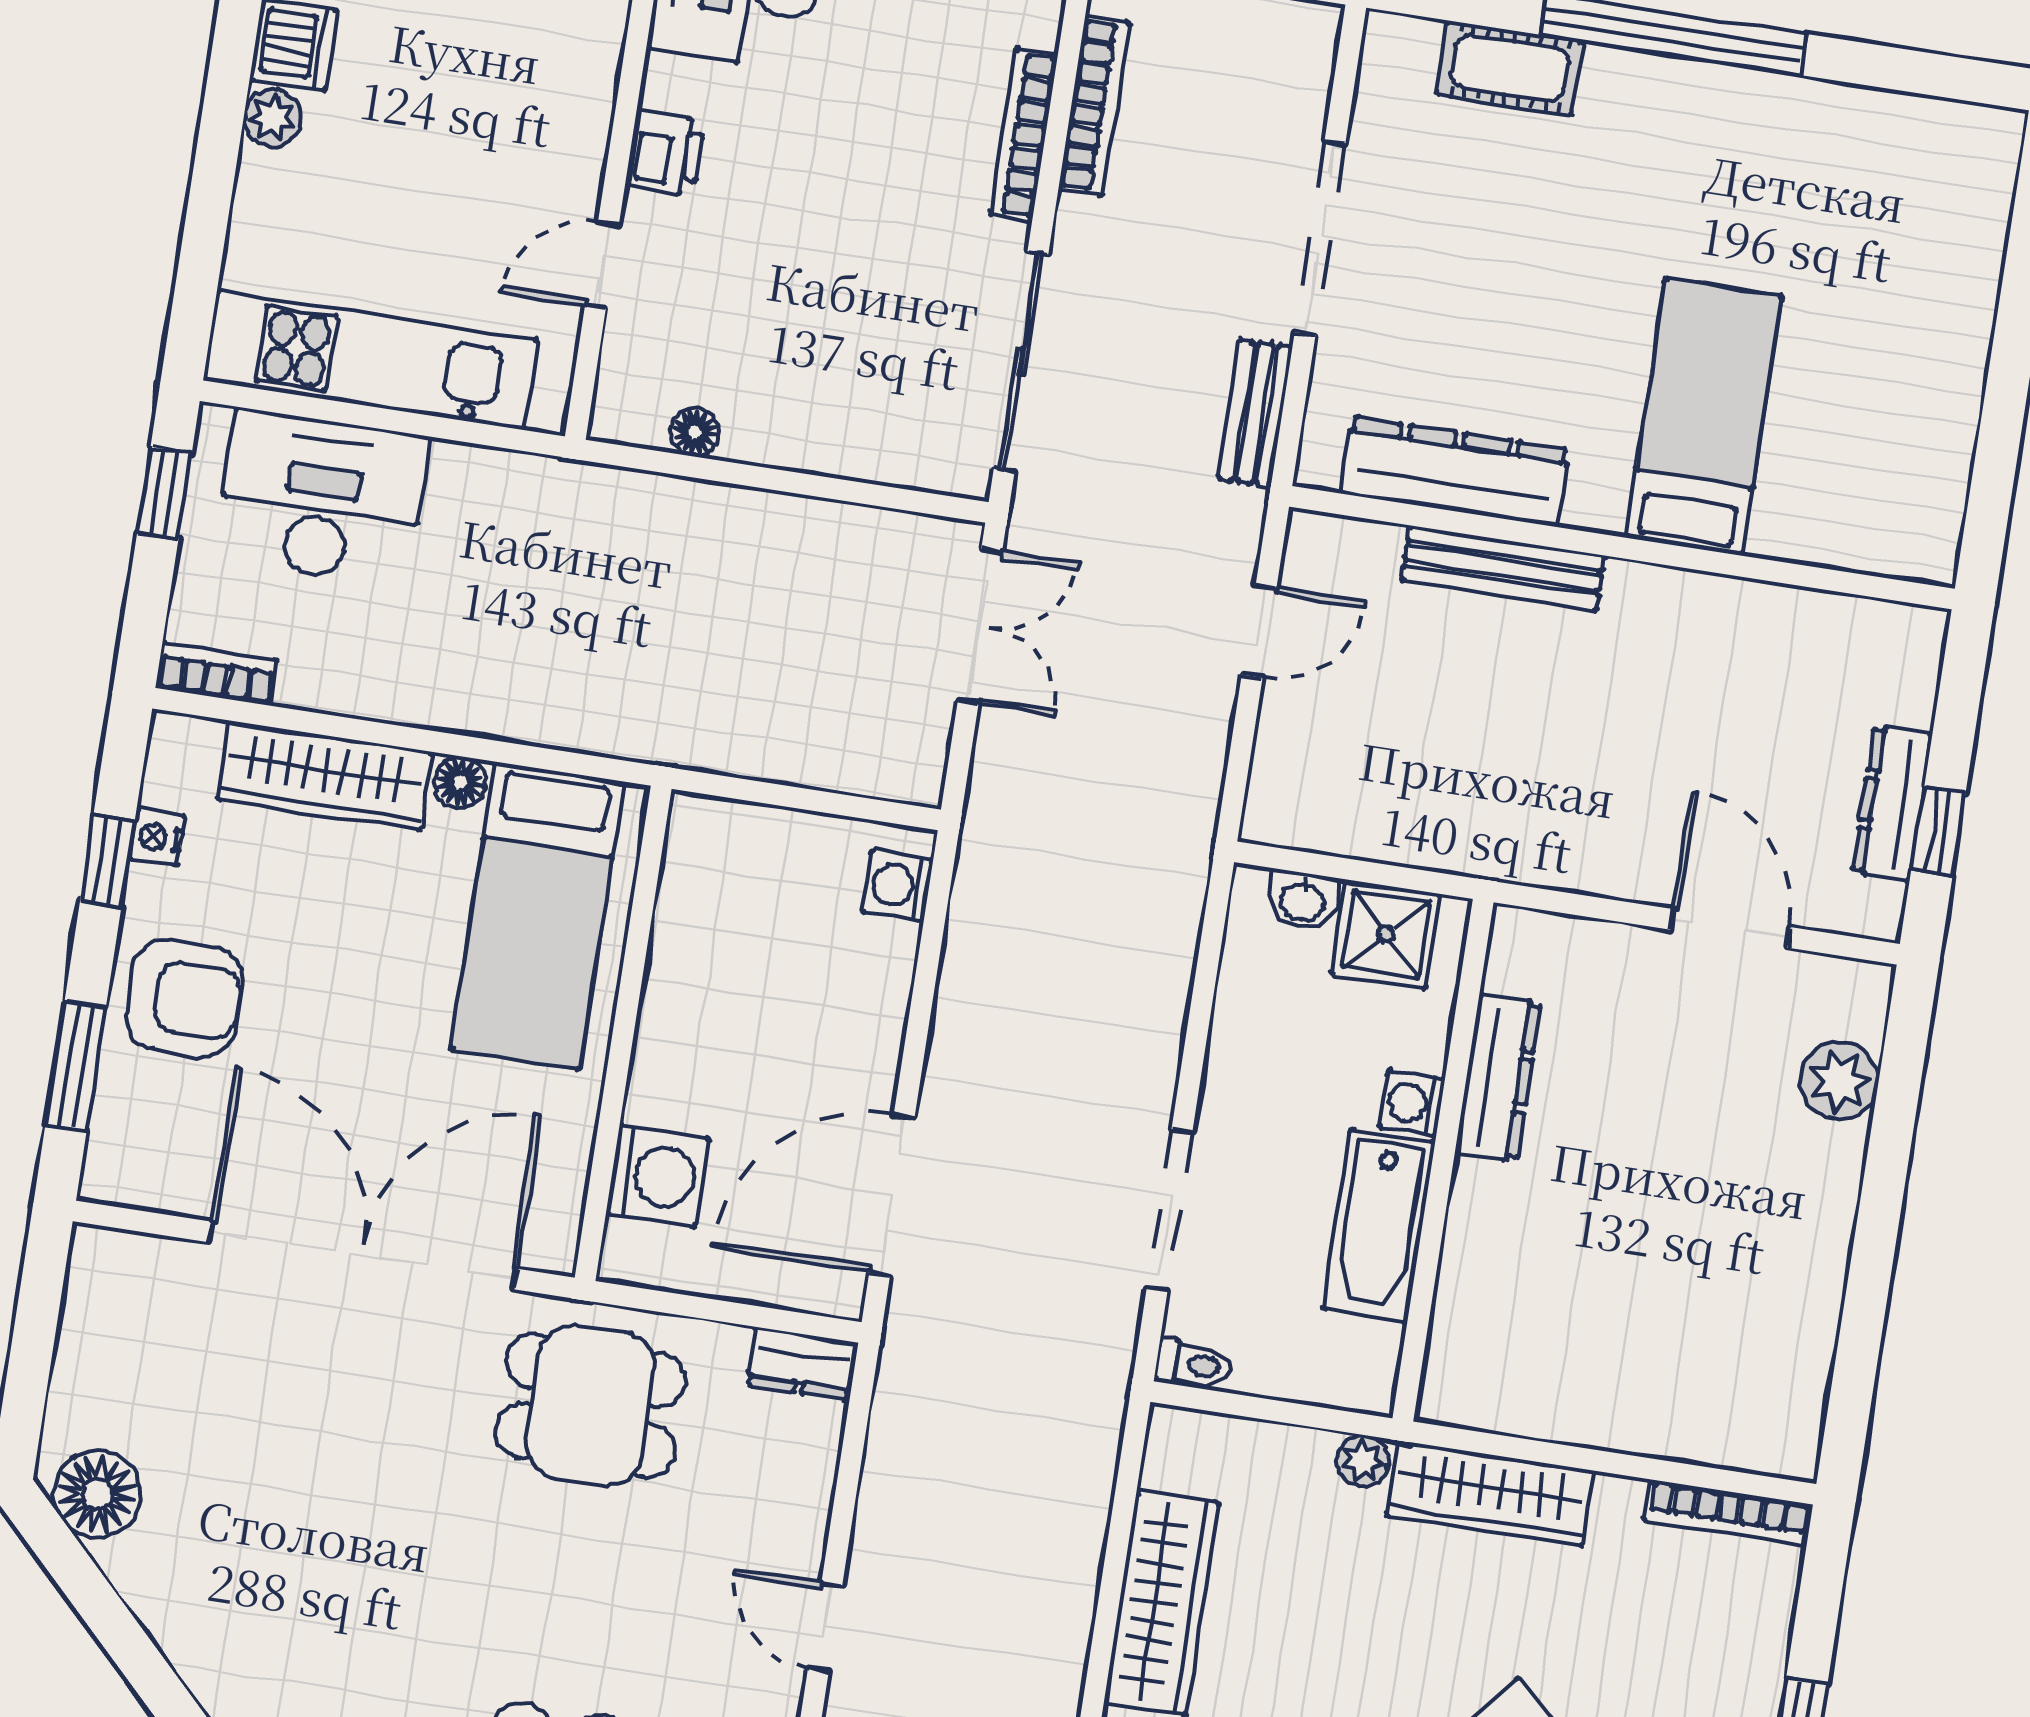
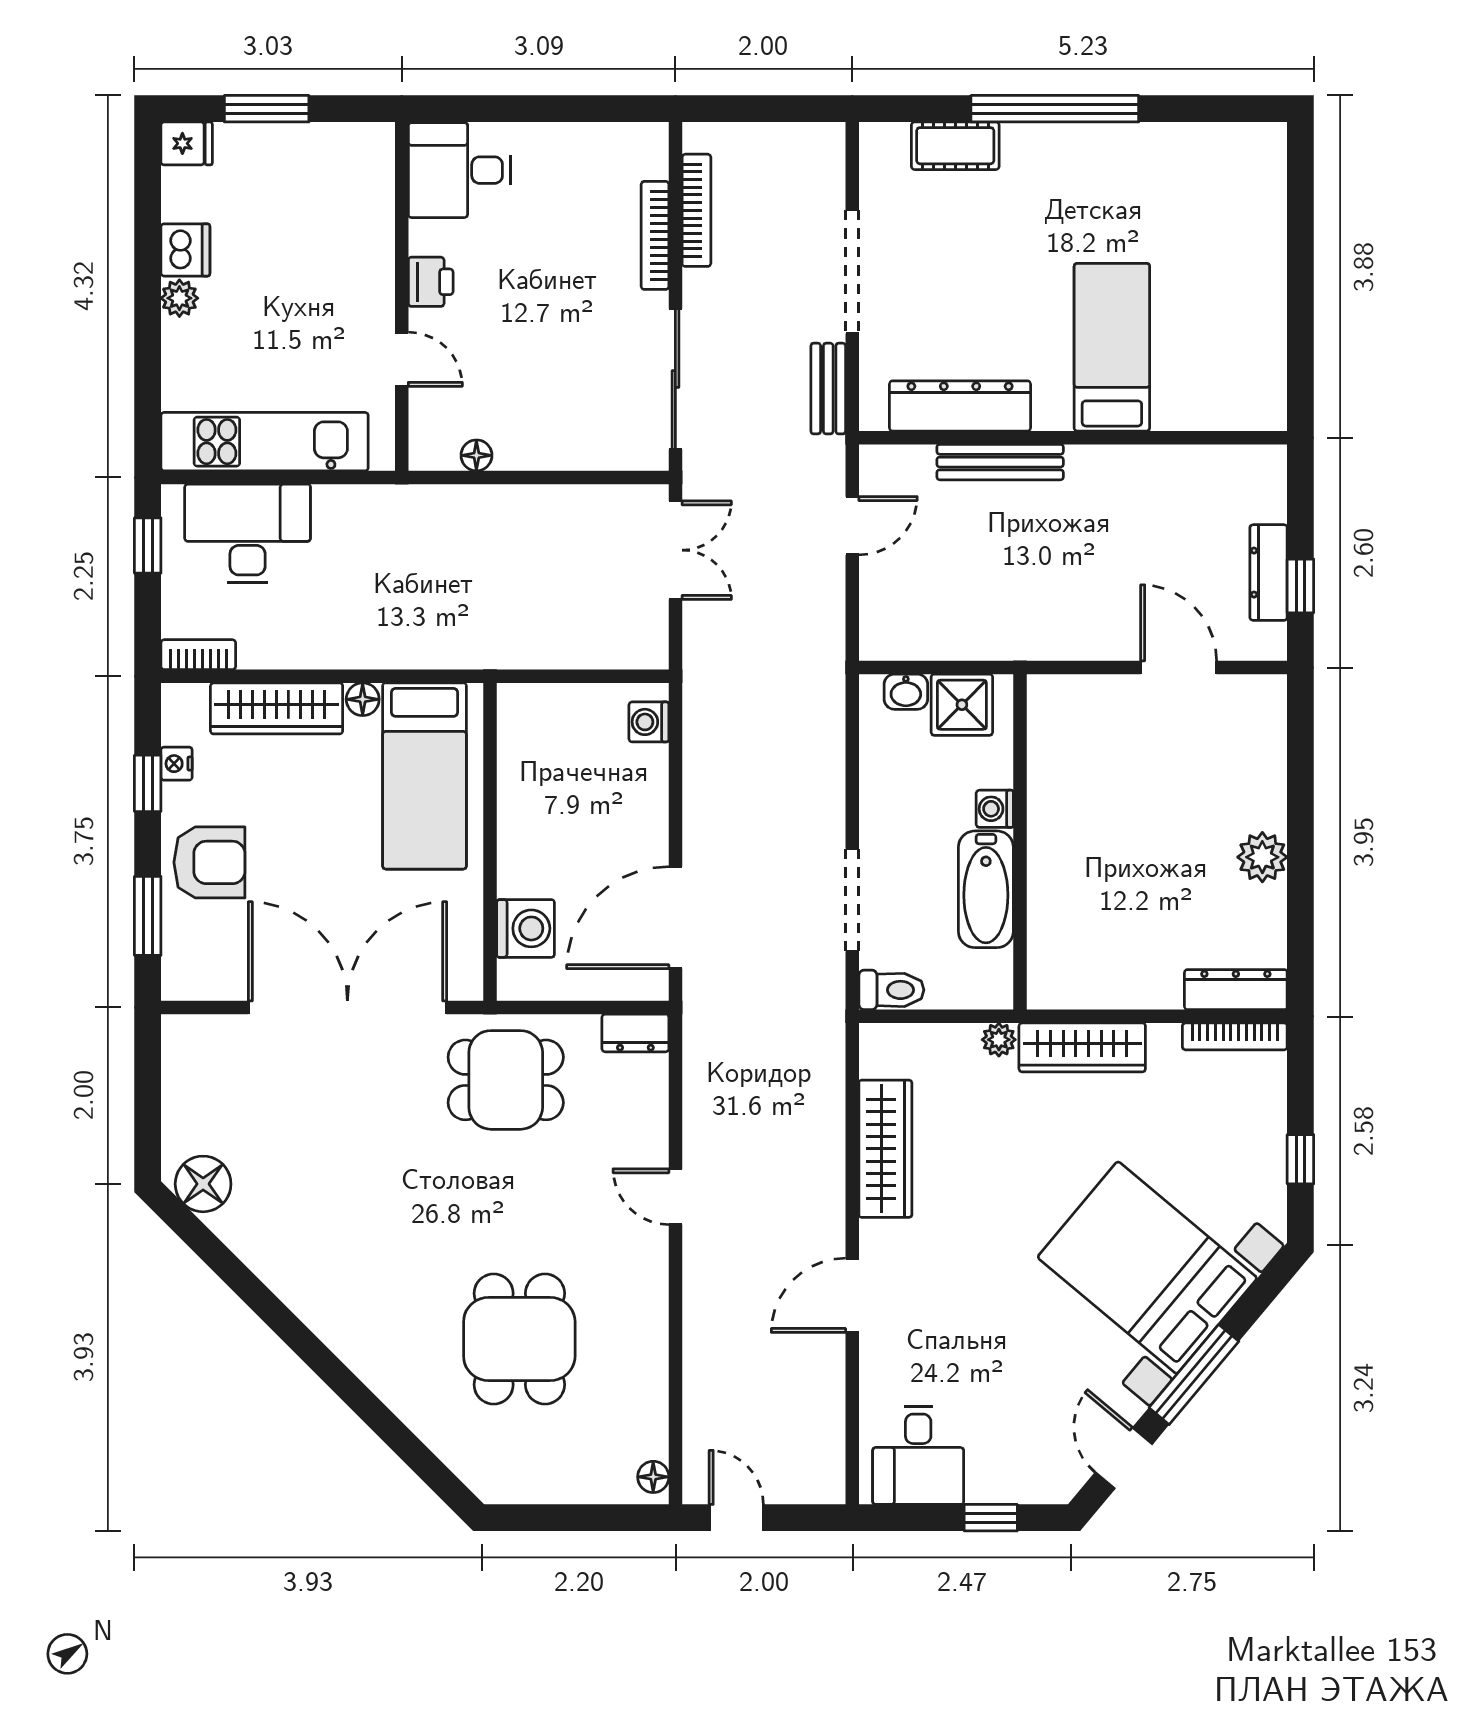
door: (602, 265) -> (402, 359), swing flipped
dresser: (1498, 1078) -> (1236, 990), moved, turned -90
plant: (1839, 1081) -> (1262, 857), moved
toilet: (1193, 1365) -> (891, 990), width x1.37, depth x1.39

